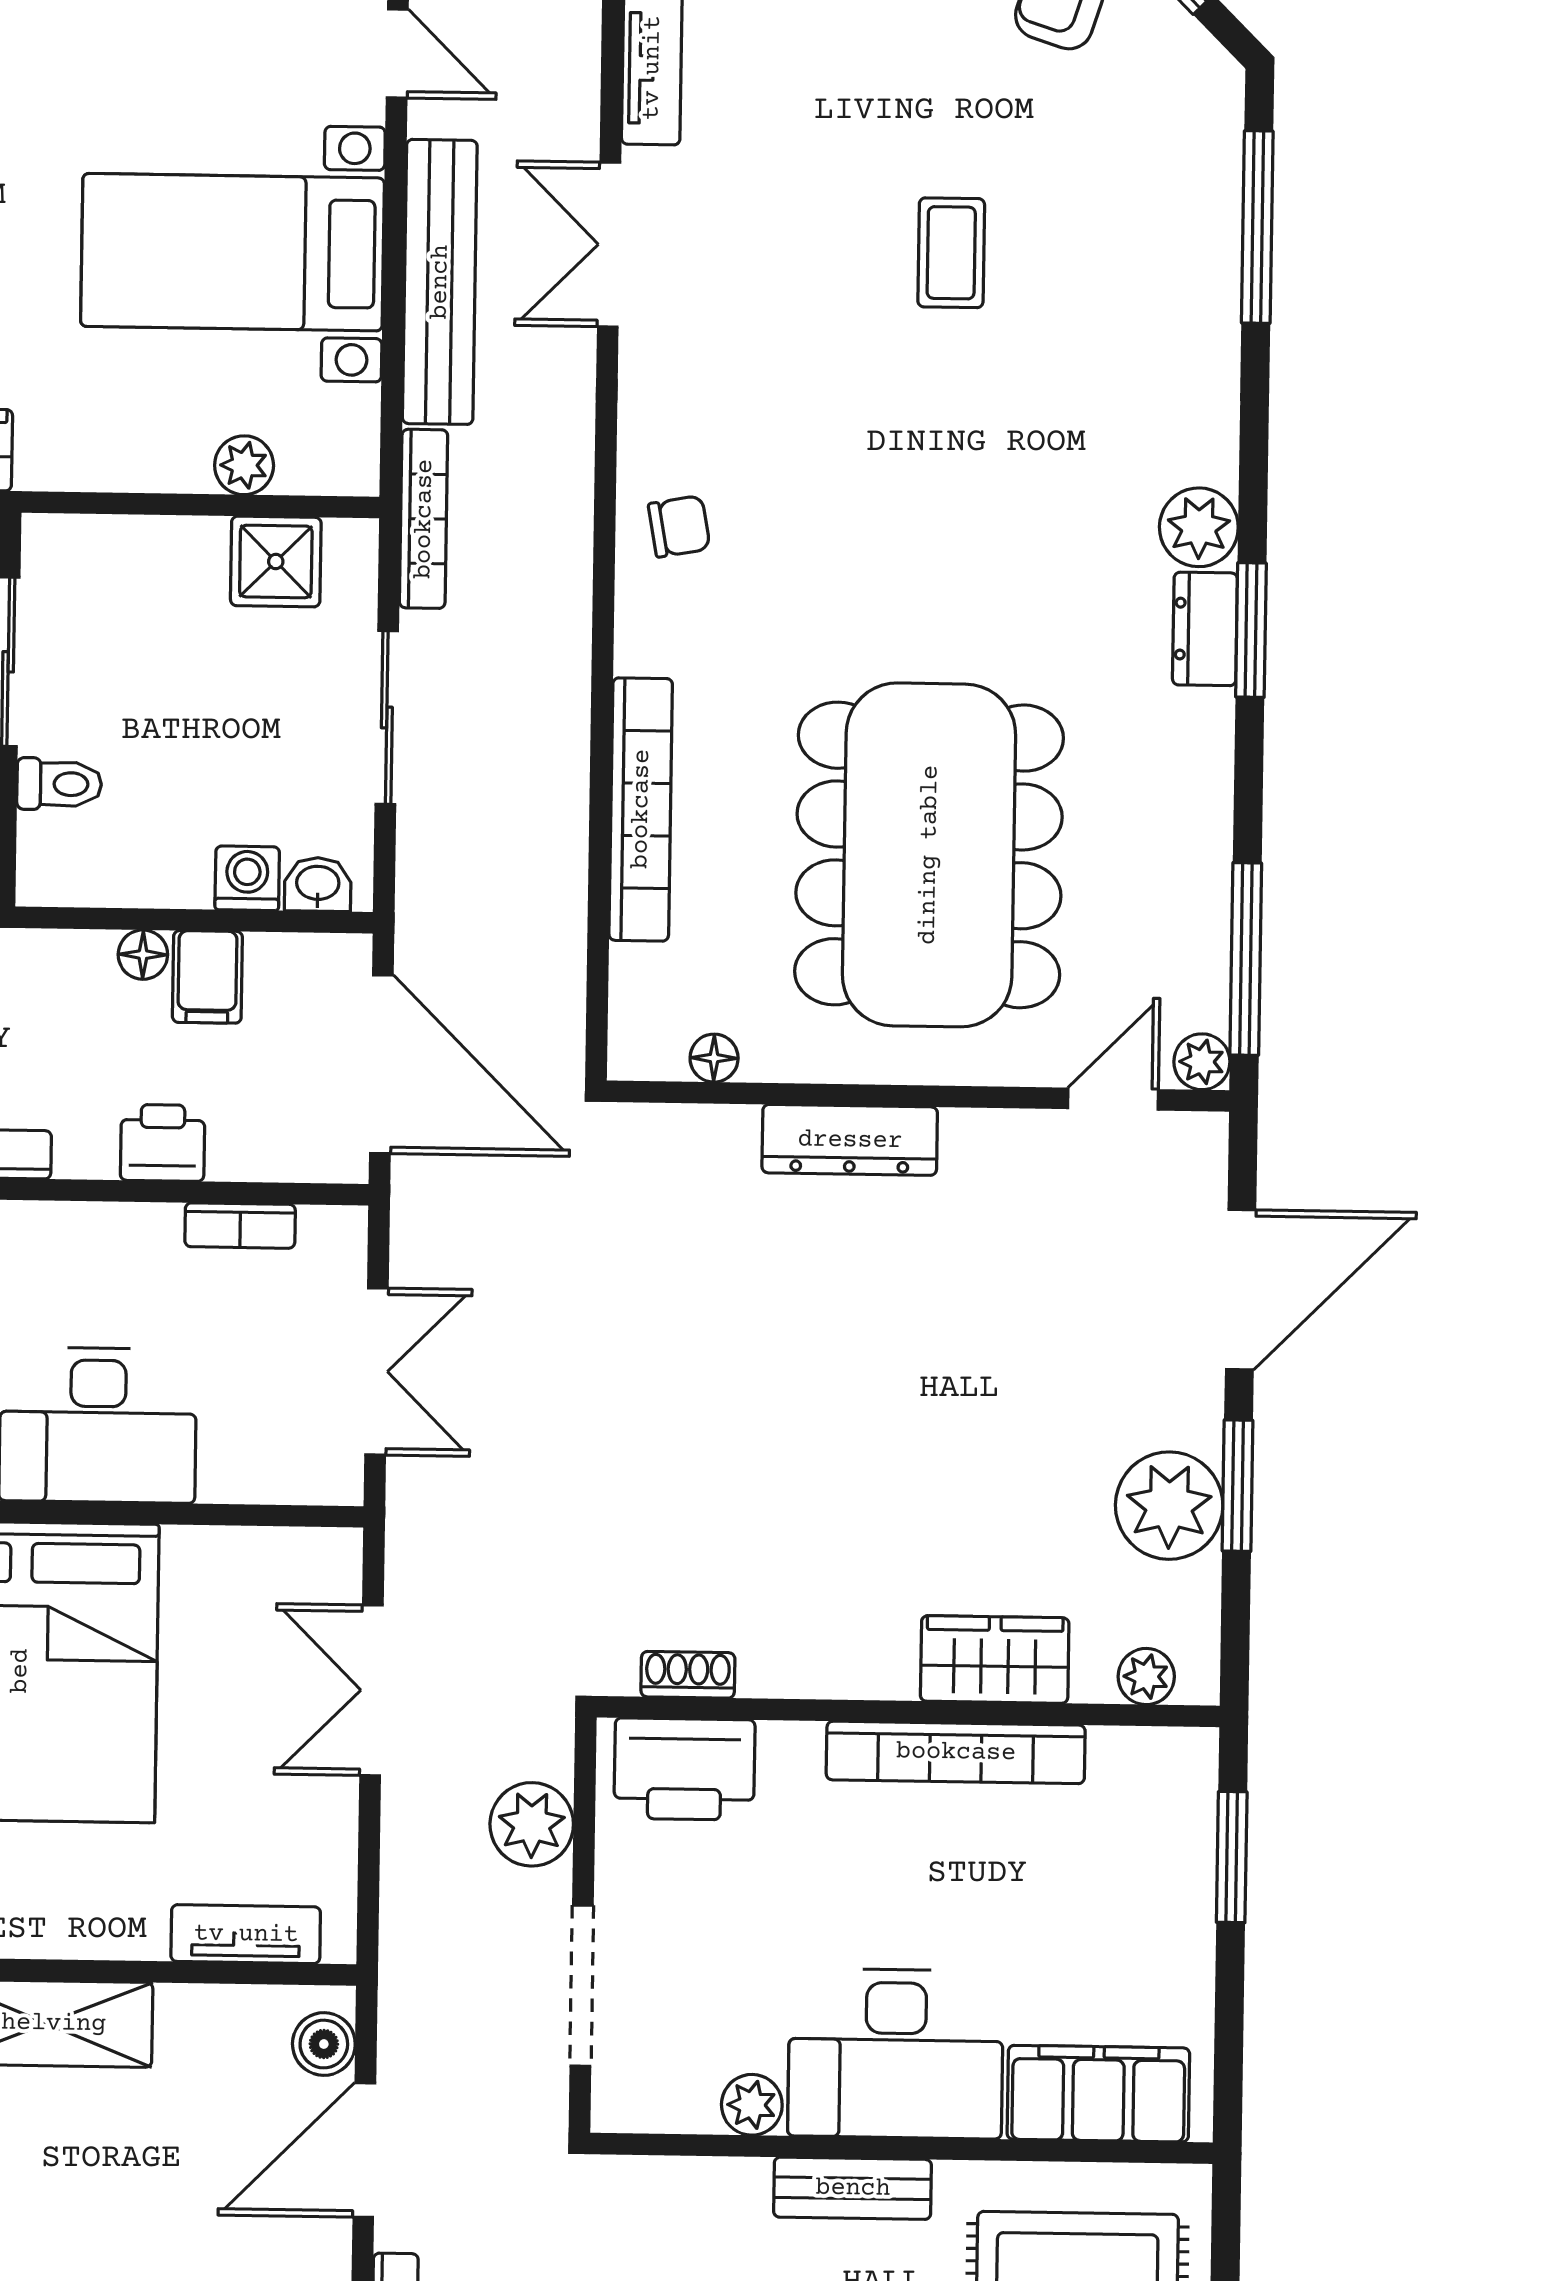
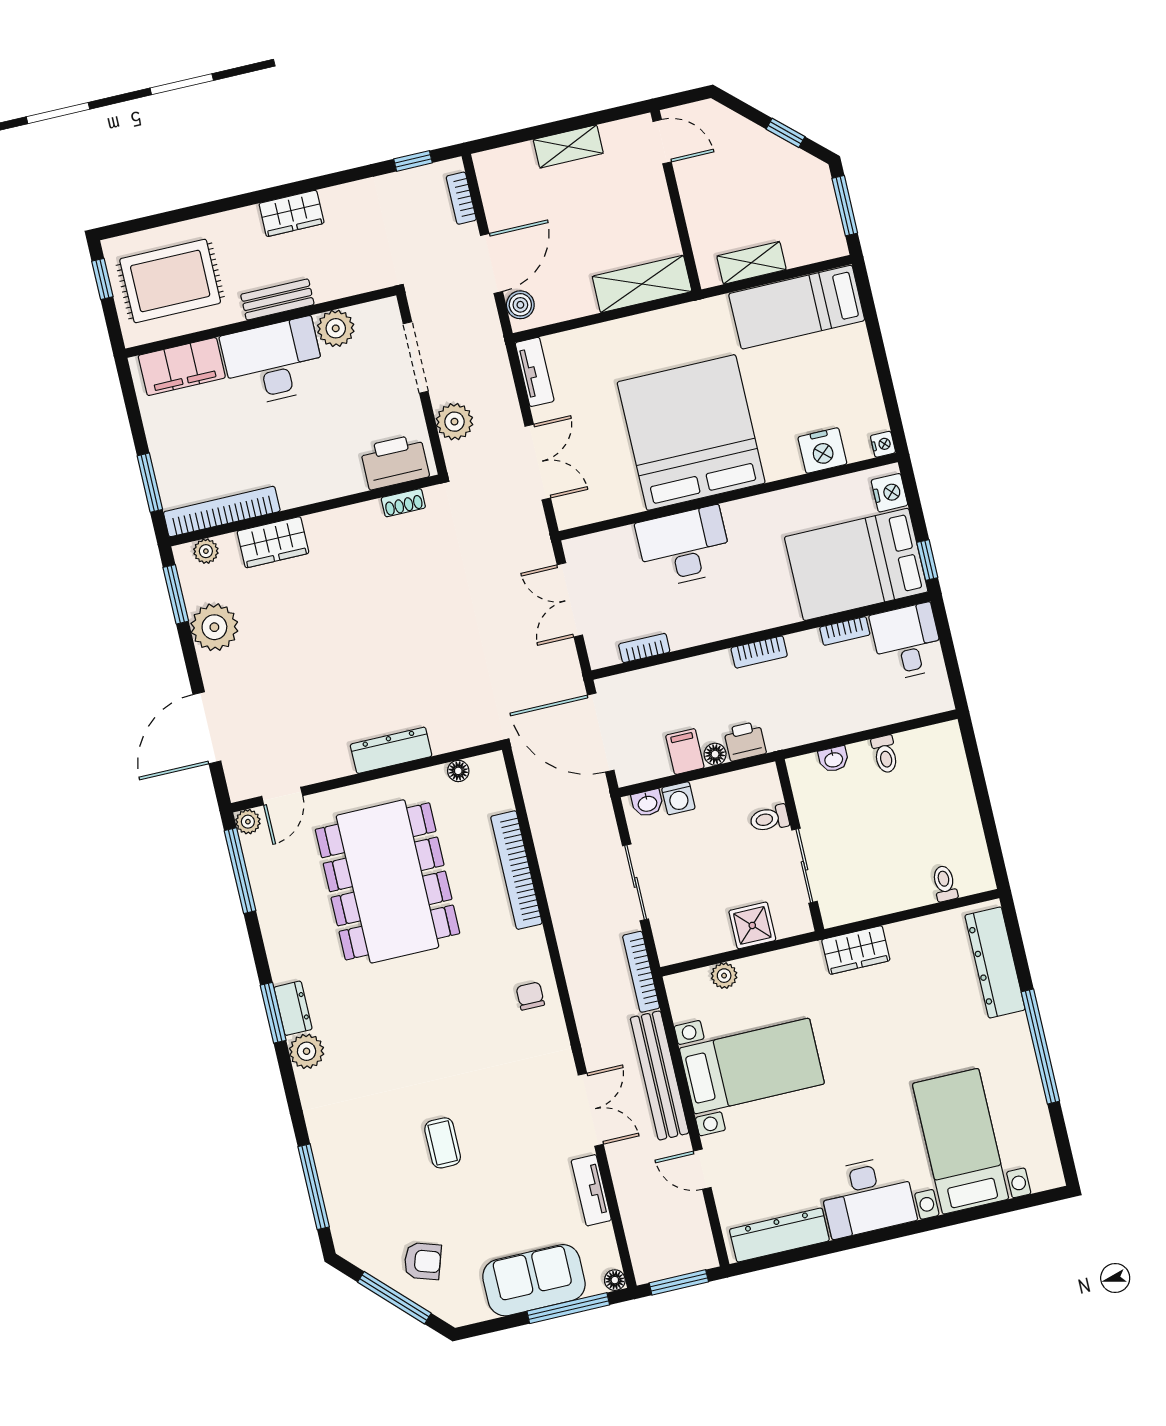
chair: (679, 526) -> (530, 996), turned 100
shower: (276, 561) -> (752, 925), moved
printer: (163, 1143) -> (745, 741), moved, turned 180
window: (1238, 1486) -> (176, 594), moved
bookcase: (956, 1752) -> (222, 512), moved
tv unit: (246, 1934) -> (535, 372), moved, turned -90
plant: (752, 2105) -> (336, 328), width x1.38, depth x1.38

